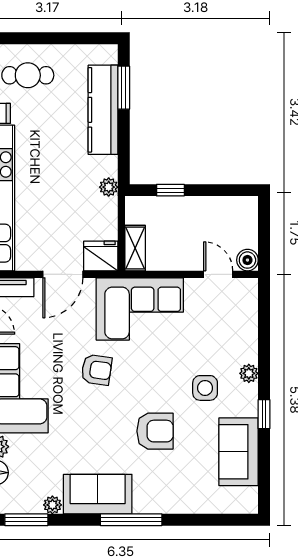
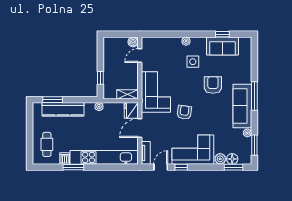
door: (63, 274) -> (140, 128), swing flipped
window: (264, 414) -> (222, 34), moved
sofa: (98, 494) -> (242, 106), width x1.36

